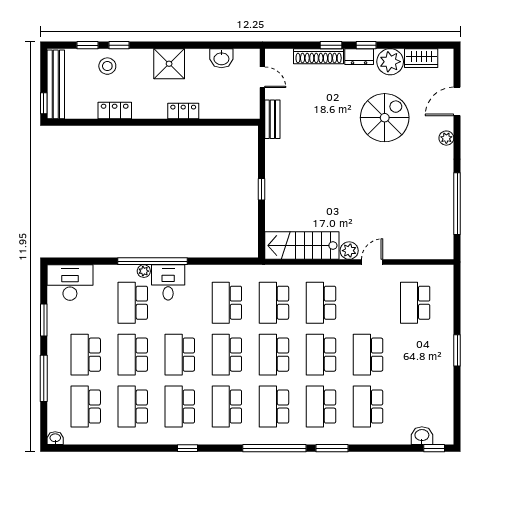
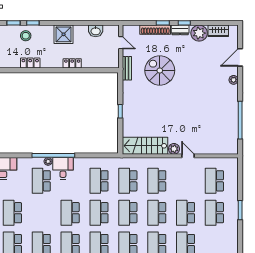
spiral stairs: (385, 118) -> (160, 70), moved, turned -90
door: (372, 262) -> (188, 156), hinge flipped
school desk: (133, 355) -> (214, 213), moved

